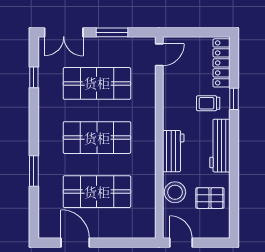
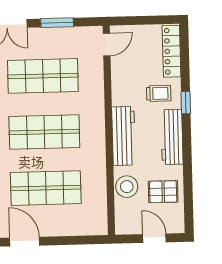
window: (234, 99) -> (186, 103), moved
trolley: (208, 103) -> (159, 93), turned 180
workbench: (173, 151) -> (124, 136), width x1.38
door: (181, 243) -> (154, 238), moved

